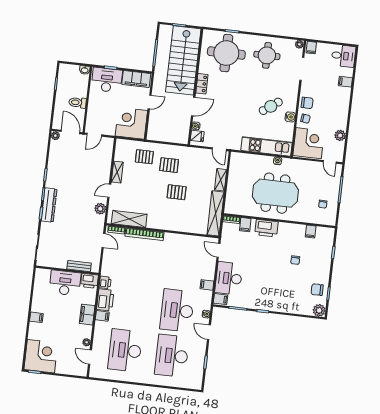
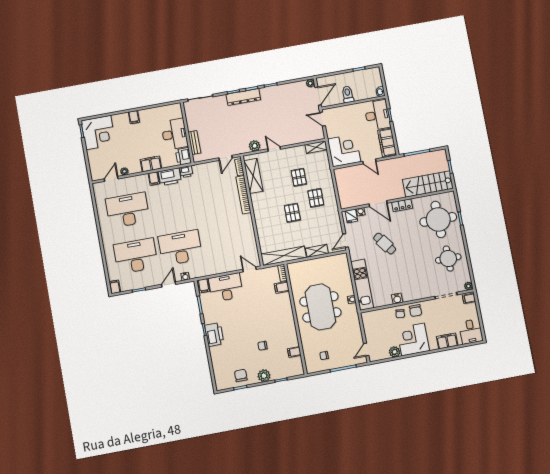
stairs: (183, 60) -> (428, 184), width x0.73, depth x0.66
filing cabinet: (345, 82) -> (447, 341), width x2.00
cafe table: (271, 106) -> (385, 244), moved
corner desk: (309, 143) -> (413, 340), moved, turned 180
pallet: (144, 157) -> (299, 177), moved
shelving: (117, 172) -> (316, 147), moved
printer: (266, 228) -> (214, 334), moved, turned 180
door: (218, 250) -> (249, 269), hinge flipped
filing cabinet: (207, 285) -> (115, 287), moved
plant: (319, 310) -> (264, 376), moved

